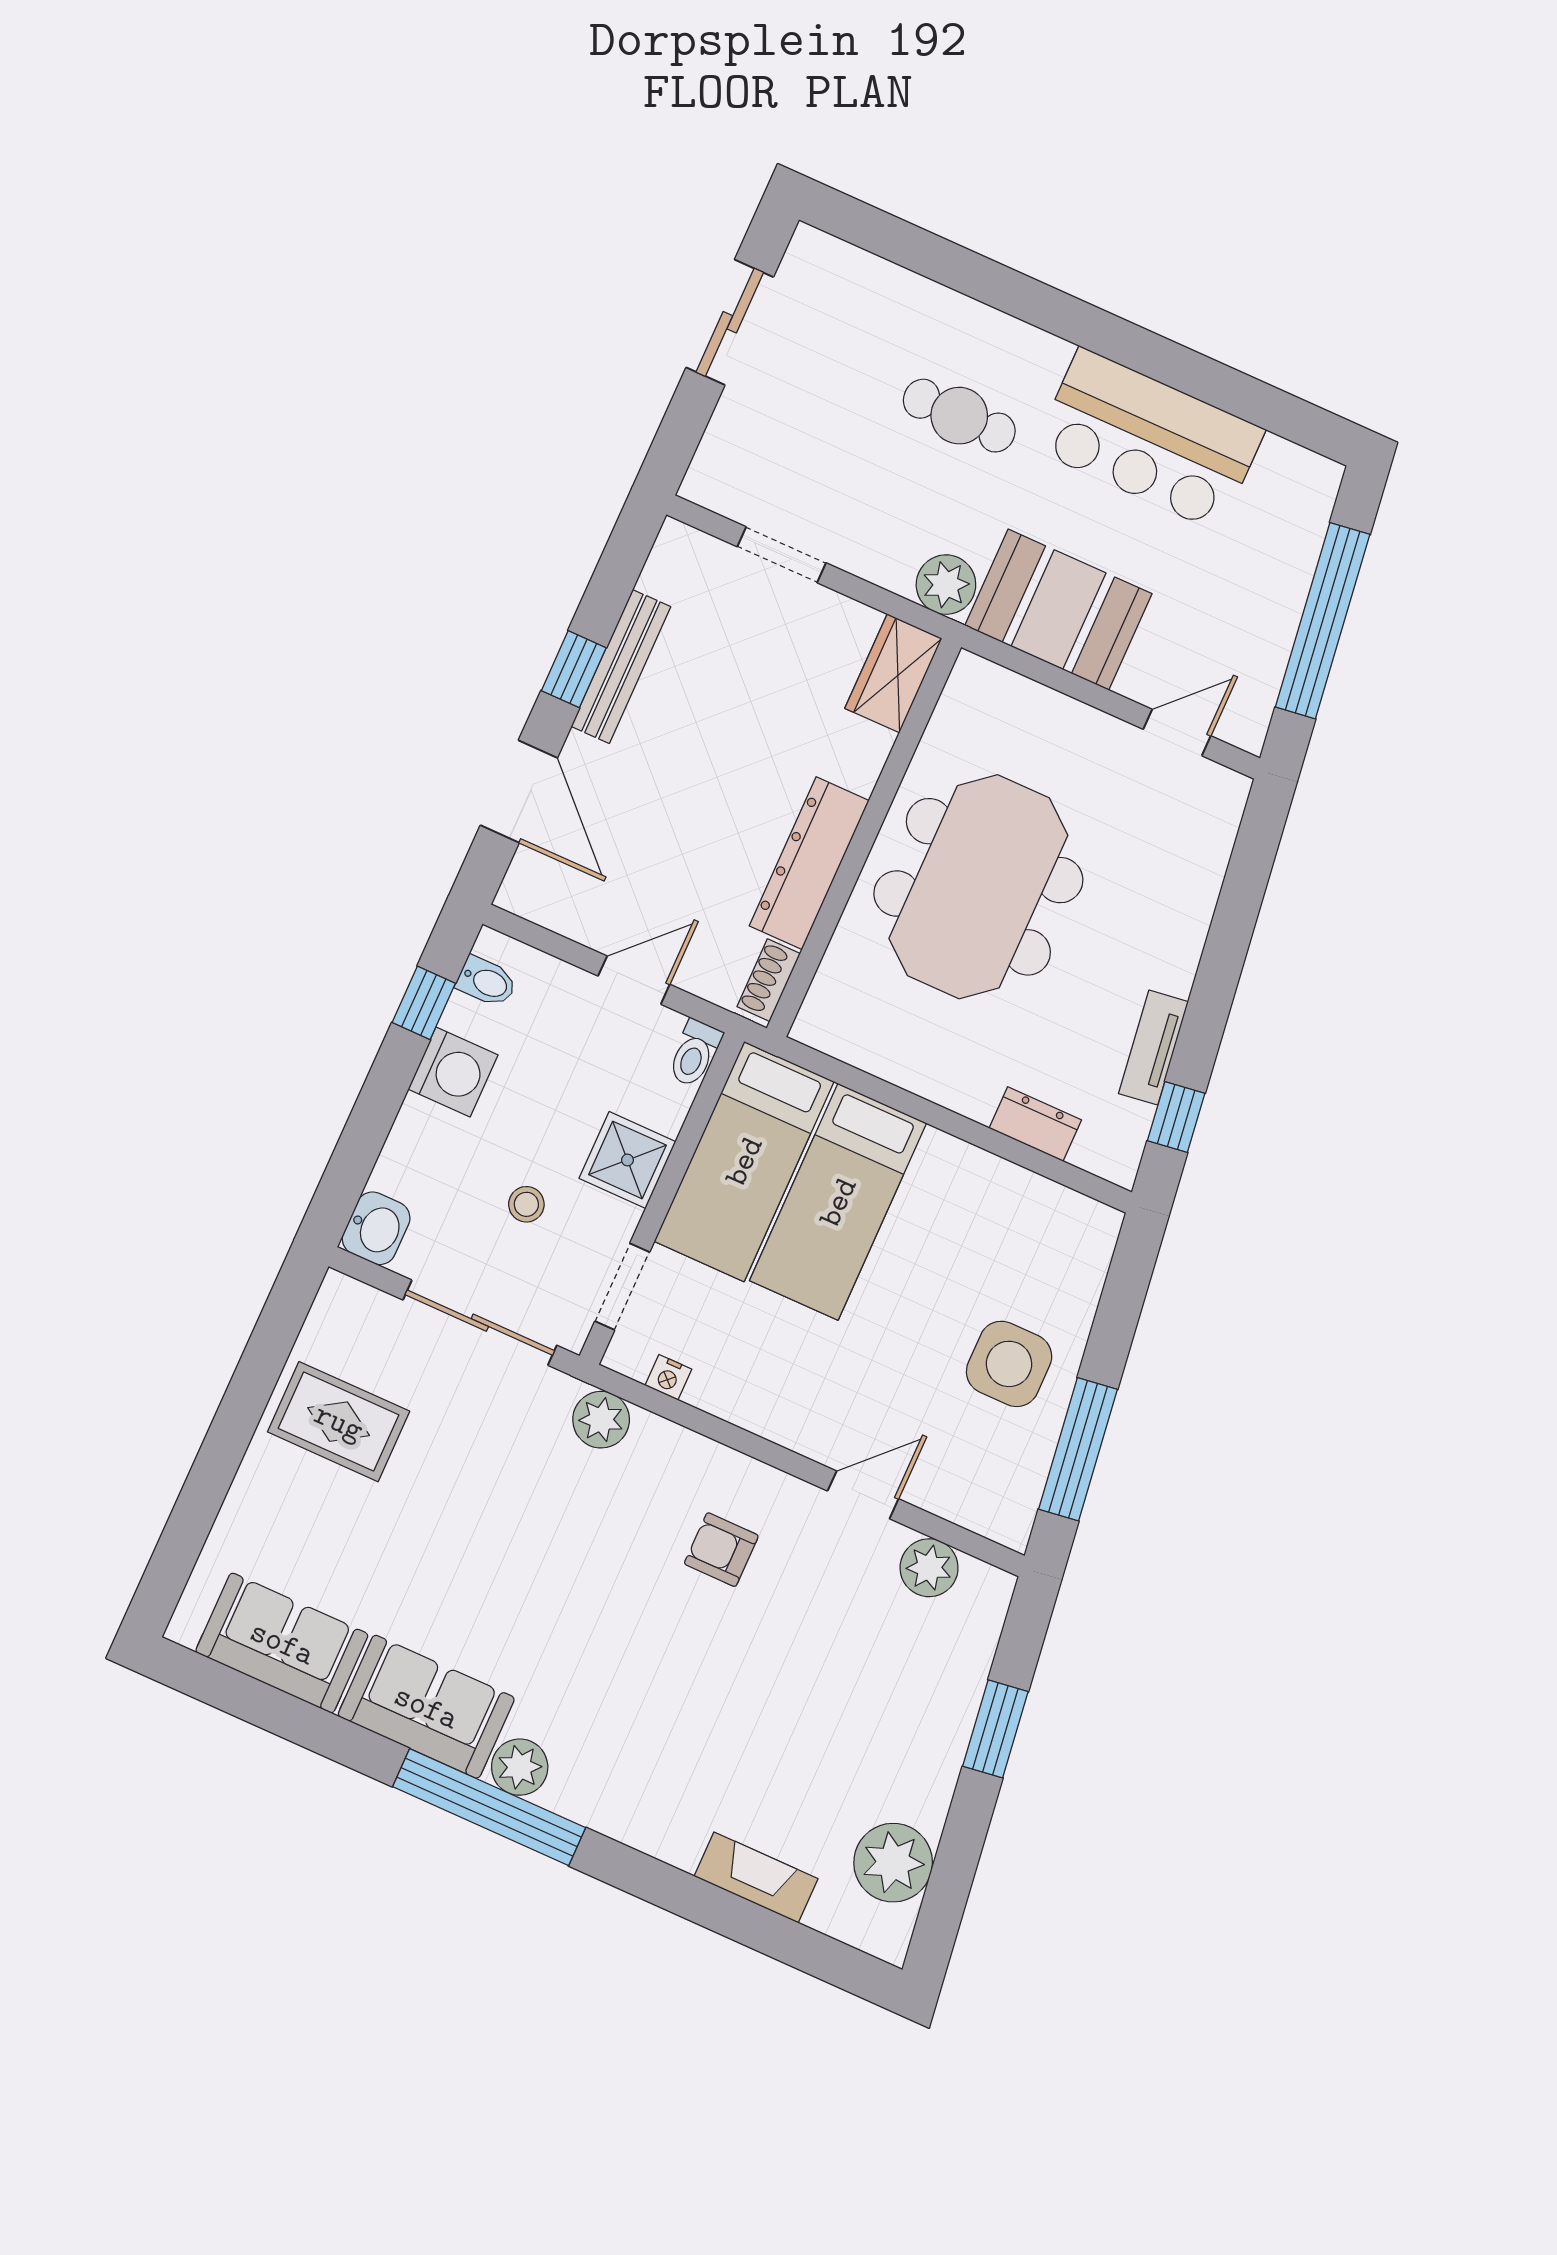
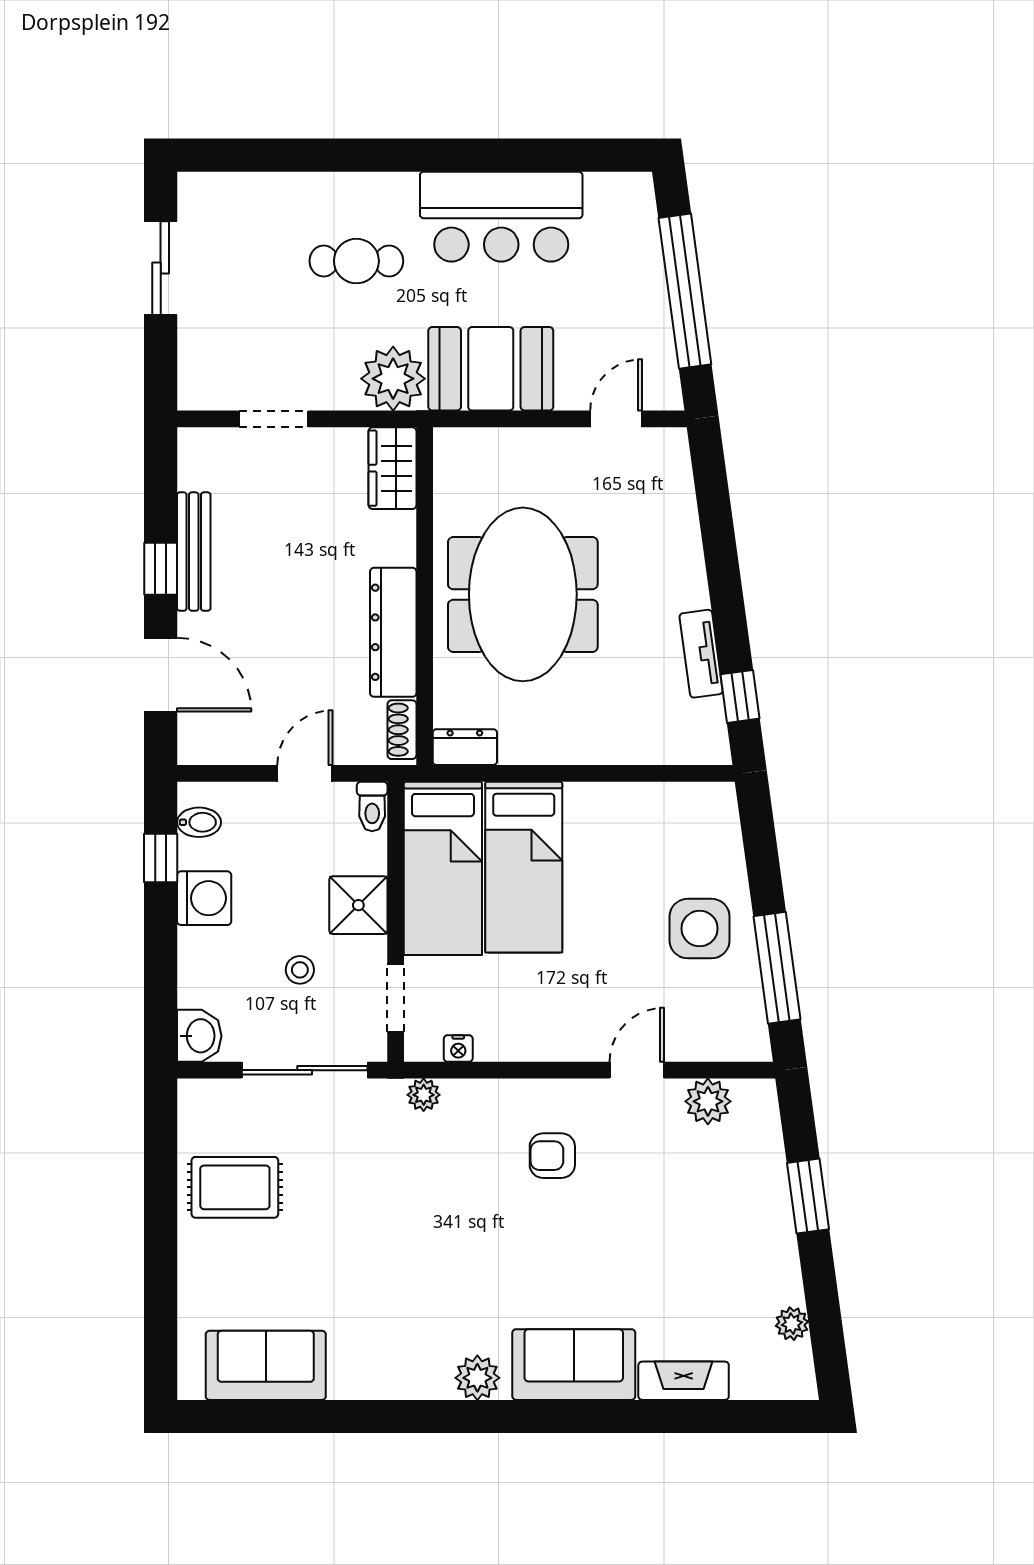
plant: (946, 585) -> (393, 379), width x1.36, depth x1.36
dresser: (1035, 1124) -> (465, 747), moved
plant: (601, 1420) -> (424, 1095), width x0.73, depth x0.73
sofa: (426, 1707) -> (574, 1365), moved
window: (489, 1807) -> (468, 1417), removed
plant: (893, 1863) -> (792, 1324), width x0.53, depth x0.53

